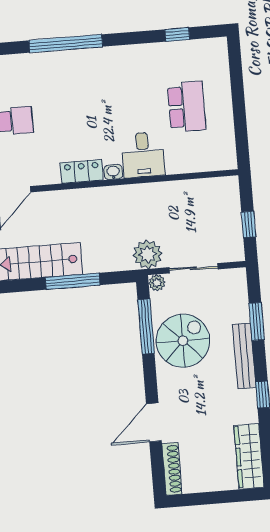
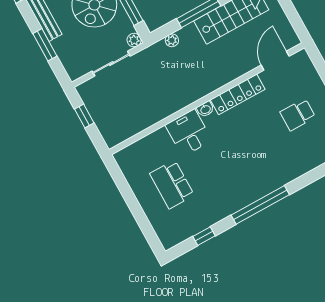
window: (66, 44) -> (260, 205), moved
locker: (82, 171) -> (238, 94), width x1.53
plant: (148, 254) -> (172, 40), moved, width x0.53, depth x0.53

